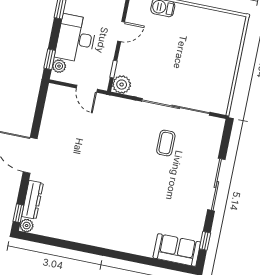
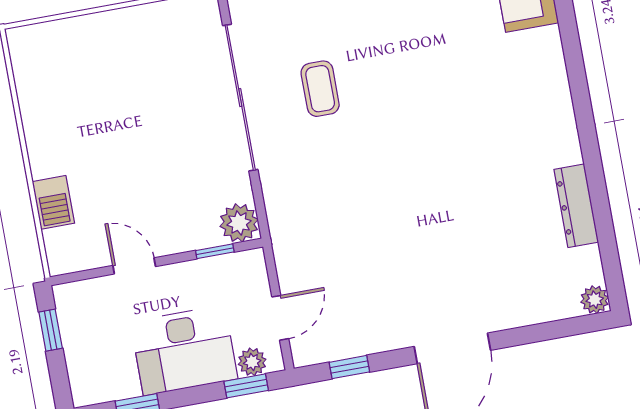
door: (87, 89) -> (280, 318), moved
coffee table: (166, 143) -> (320, 89), turned 90
dresser: (33, 200) -> (576, 206), moved, turned -90
window: (18, 213) -> (349, 367), moved

